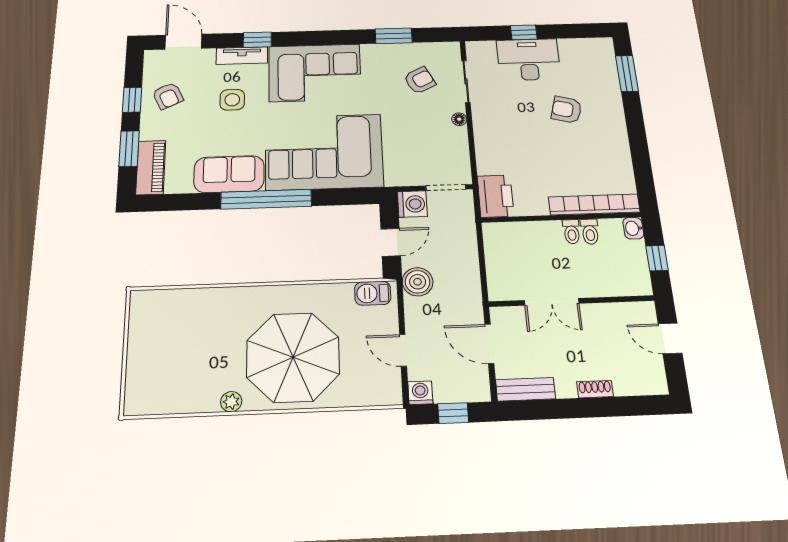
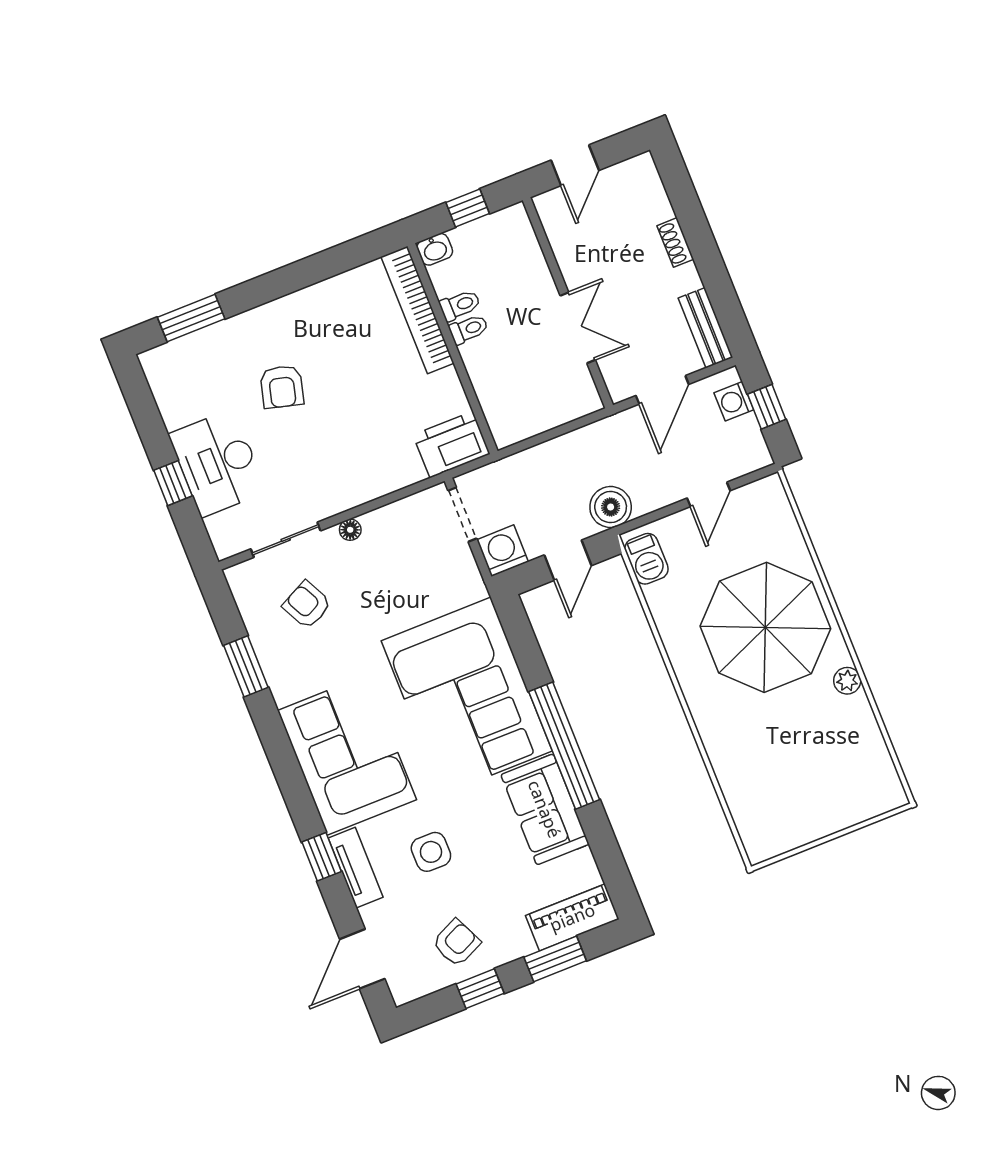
door: (391, 242) -> (568, 560), swing flipped
washing machine: (420, 393) -> (734, 401), moved

